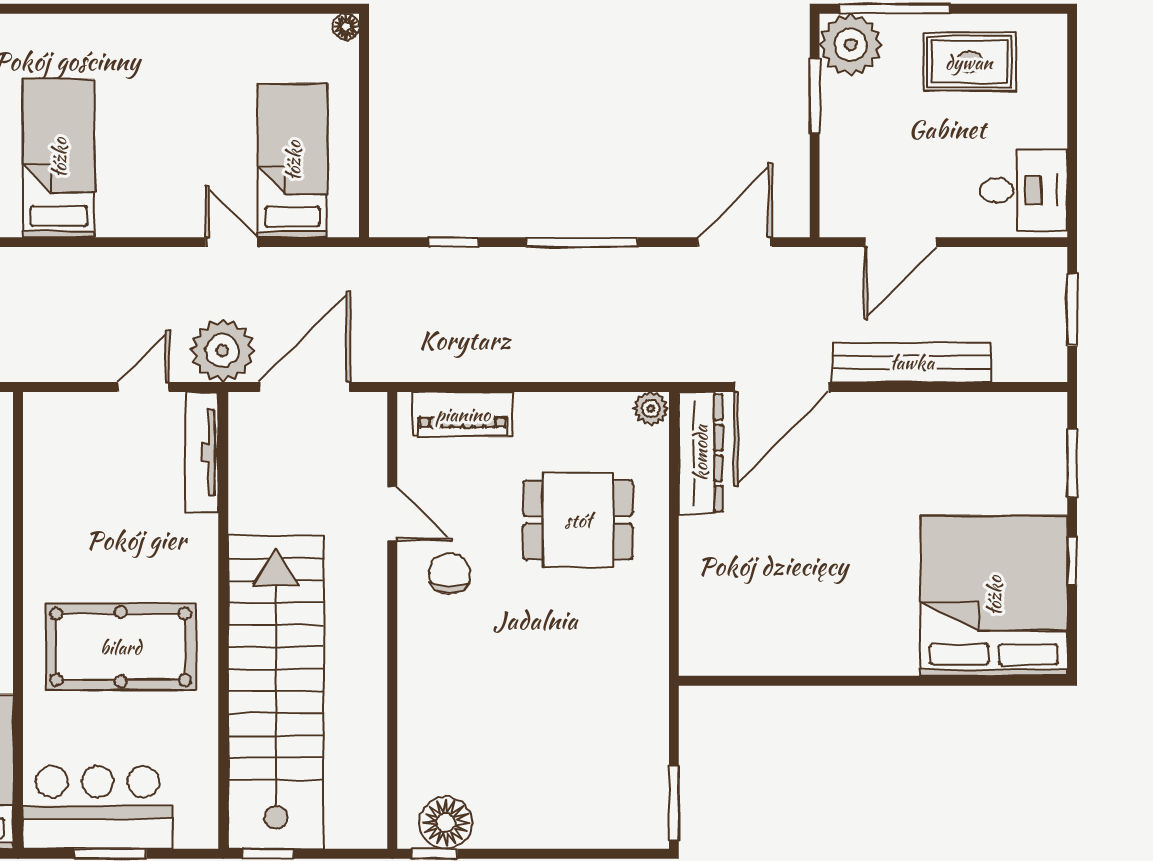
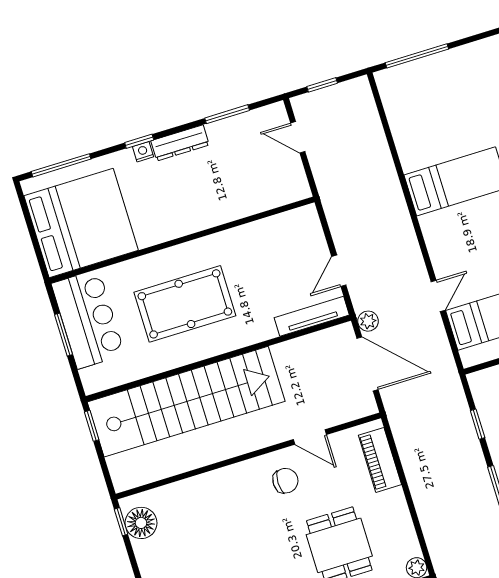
plant: (222, 351) -> (368, 321), width x0.53, depth x0.53
door: (143, 387) -> (339, 271), swing flipped
door: (392, 514) -> (310, 437), hinge flipped
pool table: (121, 647) -> (185, 304), turned 90

